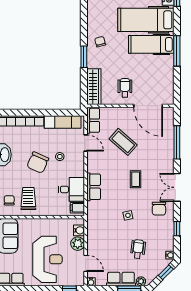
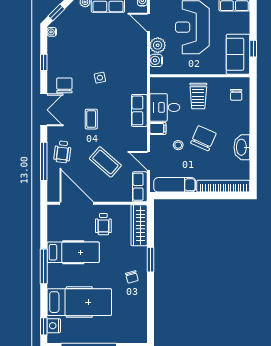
hospital bed: (151, 44) -> (73, 252), moved
trolley: (28, 199) -> (198, 96), moved
filing cabinet: (77, 208) -> (158, 128), moved
wheelchair: (138, 249) -> (62, 152), moved

